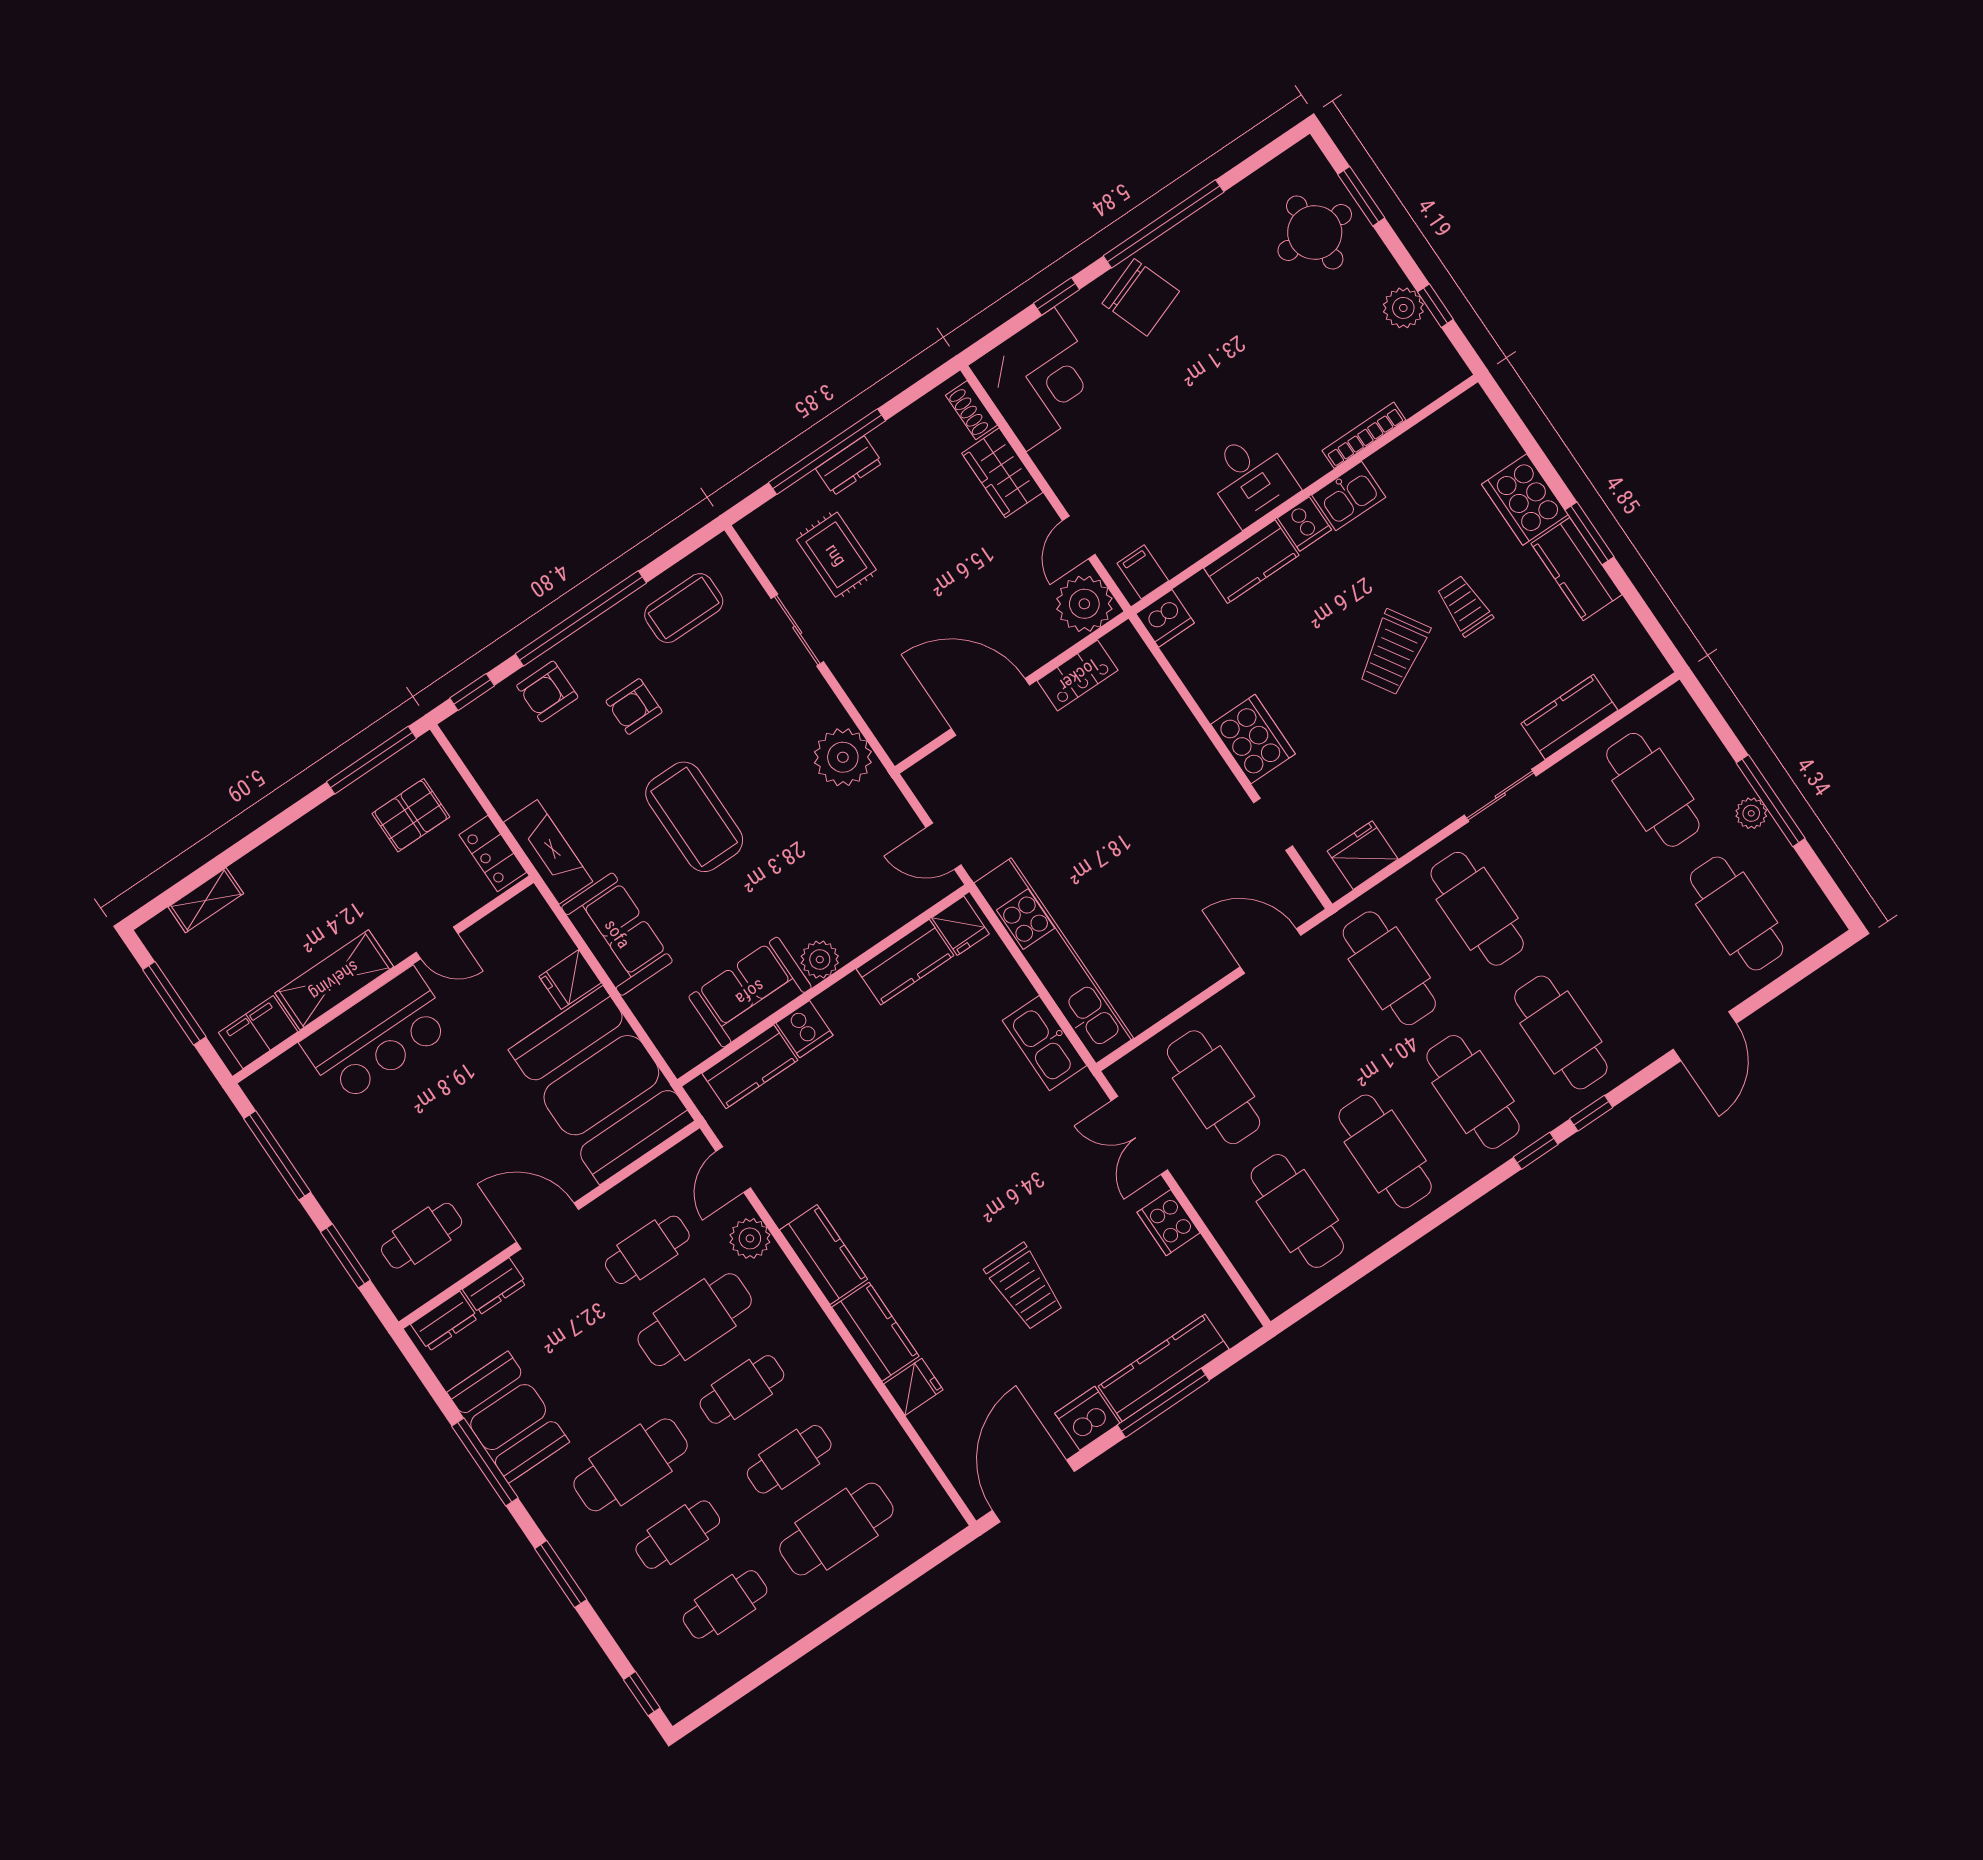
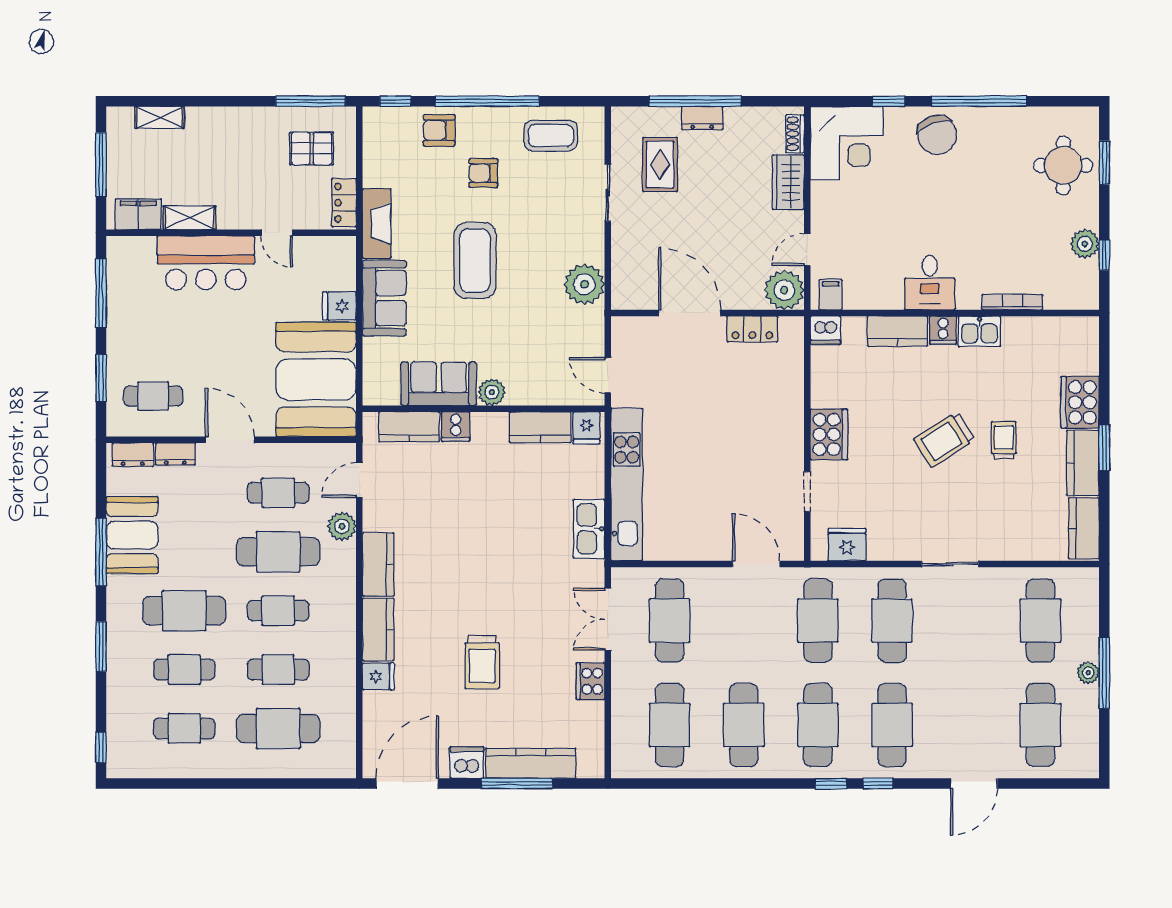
kitchen counter: (1569, 717) -> (1084, 528), moved, turned -90
shelving: (334, 980) -> (190, 218), width x0.67, depth x0.75

